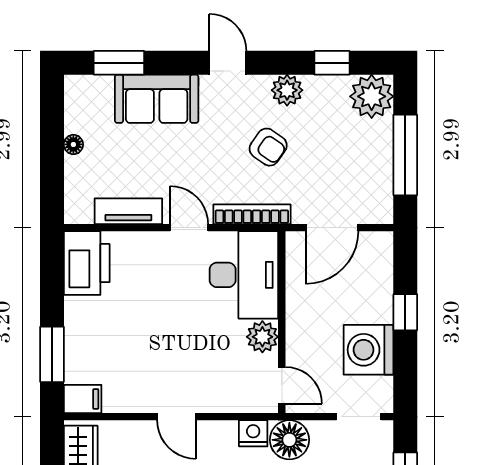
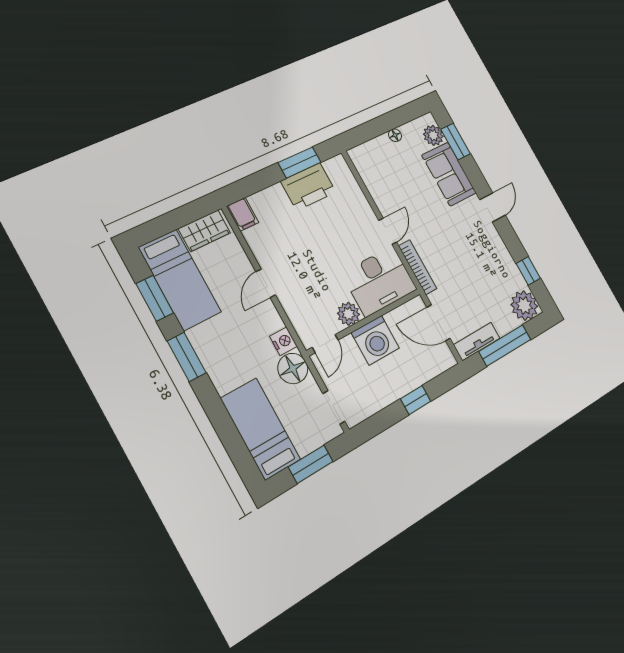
plant: (287, 90) -> (433, 135), moved
armchair: (268, 147) -> (461, 257), removed
tv unit: (128, 211) -> (477, 341), moved, turned -90
printer: (87, 263) -> (308, 187), moved
washing machine: (369, 350) -> (375, 340), moved, turned 180
window: (52, 354) -> (300, 162), moved

